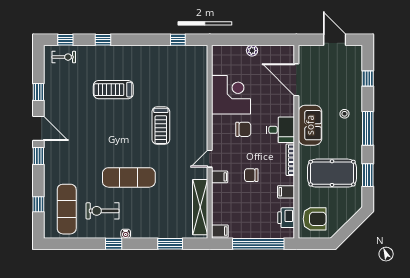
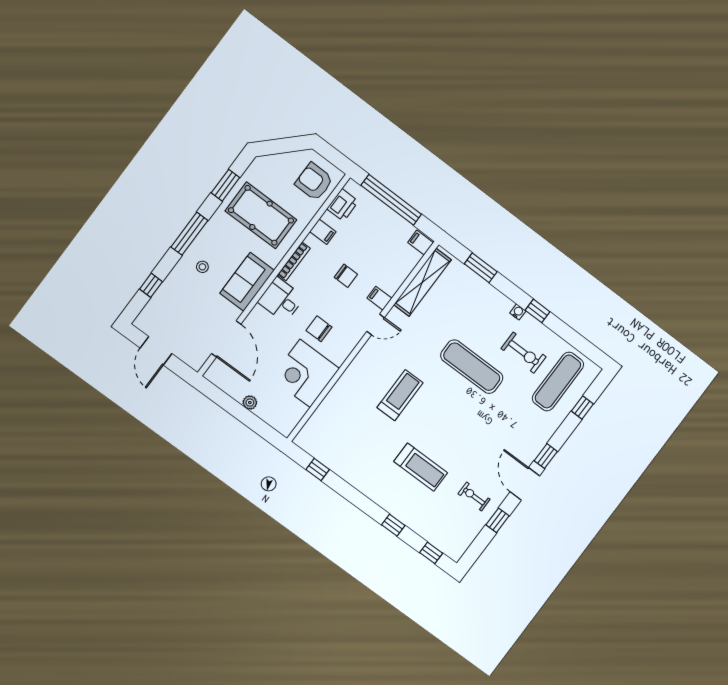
exercise bike: (64, 57) -> (474, 497), moved

